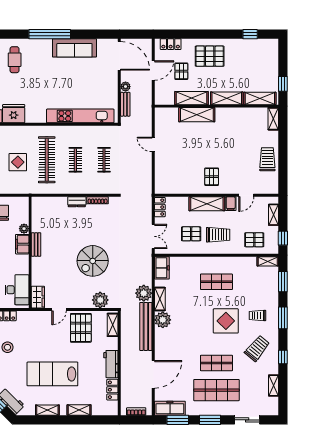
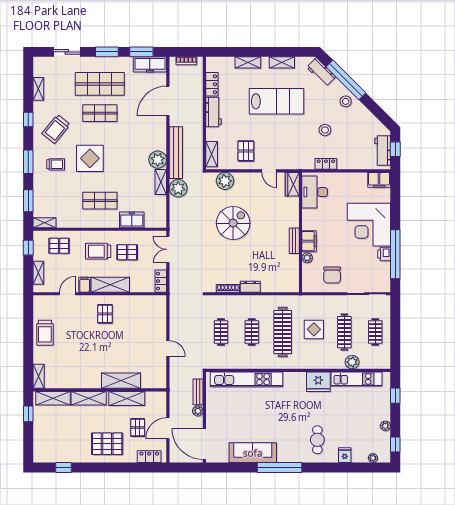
freezer: (162, 268) -> (132, 220), moved, turned 90
door: (59, 309) -> (269, 171), swing flipped
pallet: (81, 328) -> (246, 151), width x0.67, depth x0.71

